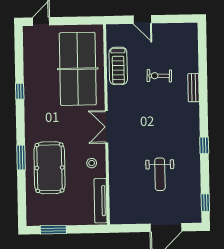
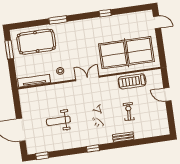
door: (142, 19) -> (167, 94), hinge flipped
window: (204, 145) -> (93, 148), moved
pool table: (49, 168) -> (36, 42), moved

